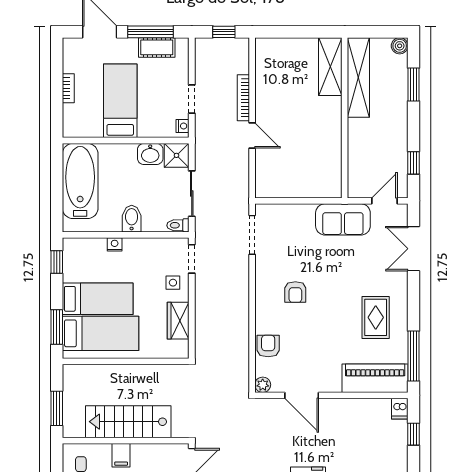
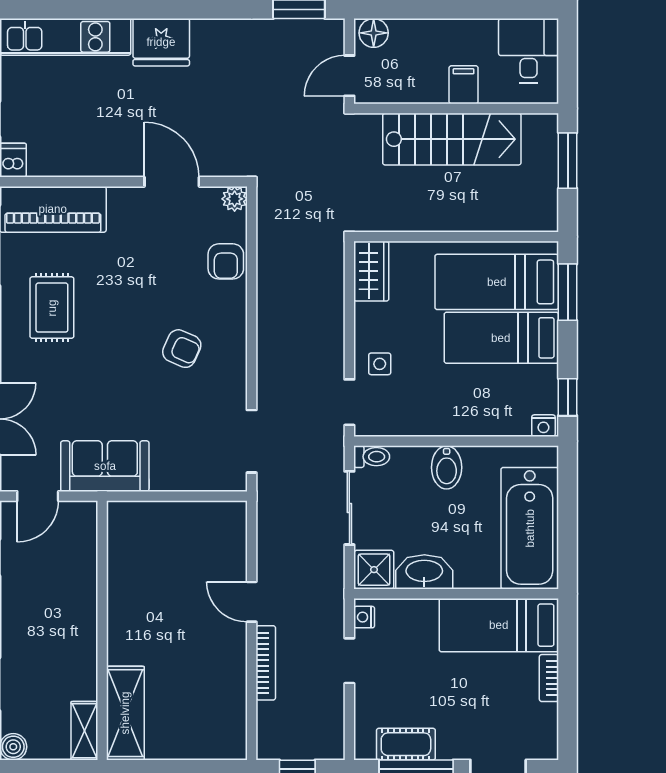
shelving: (358, 77) -> (84, 731), width x0.45, depth x0.75
bed: (120, 101) -> (499, 625), moved, turned 90
washbasin: (150, 154) -> (424, 572), width x1.38
nightstand: (115, 244) -> (543, 426), moved
armchair: (295, 292) -> (182, 349), turned 114
wardrobe: (178, 321) -> (371, 271), moved

